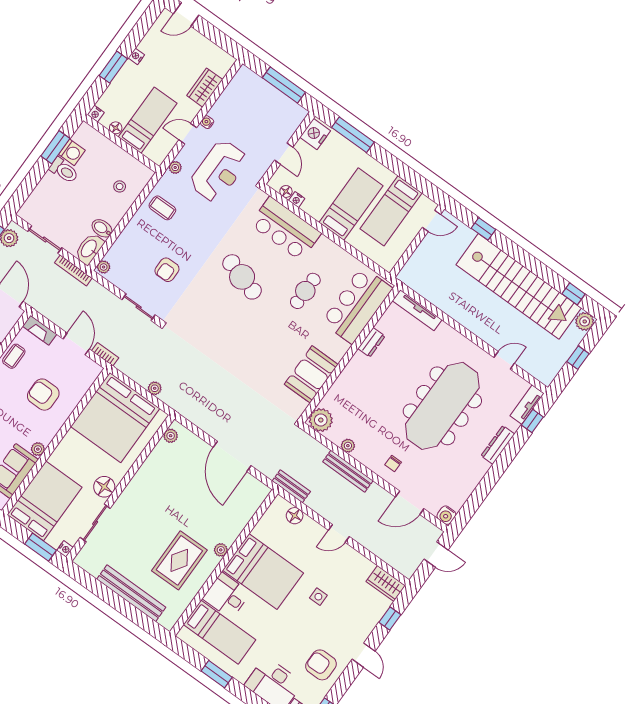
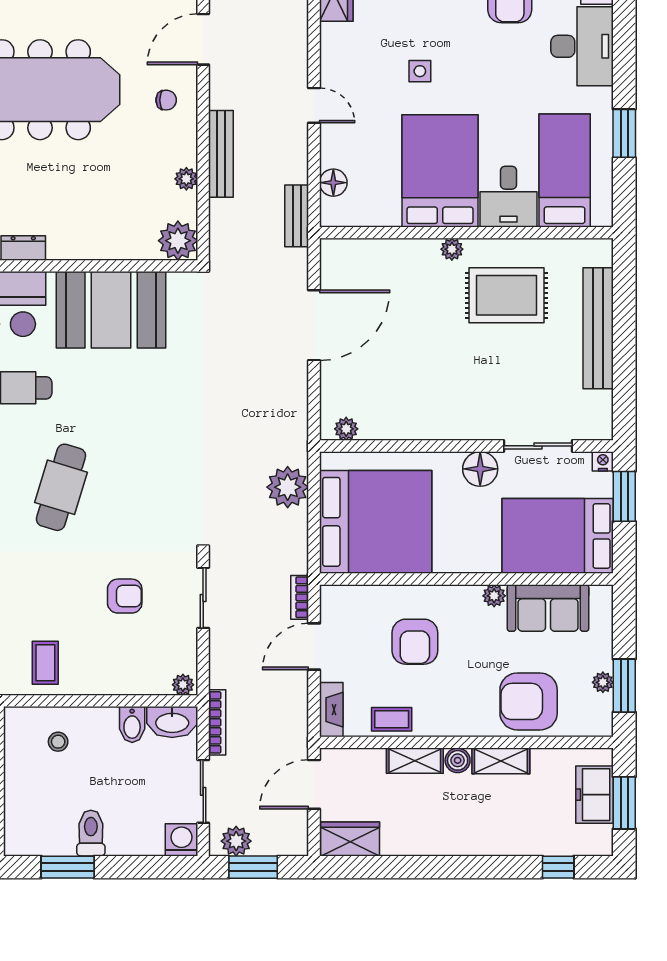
washing machine: (72, 152) -> (181, 840), moved
booth: (311, 374) -> (111, 310), width x1.36, depth x1.42
plant: (155, 388) -> (288, 487), width x1.87, depth x1.87
door: (410, 503) -> (203, 39), swing flipped

